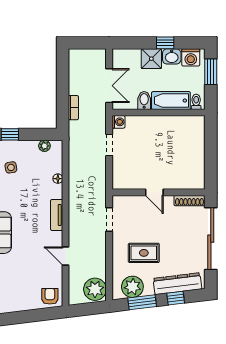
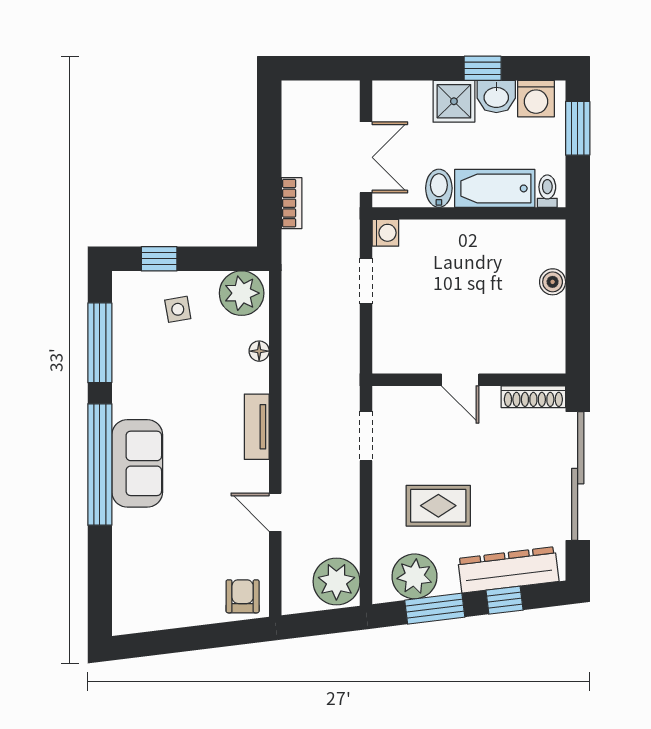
boiler: (199, 145) -> (553, 282), added
plant: (44, 146) -> (242, 293), width x1.88, depth x1.88
side table: (11, 167) -> (178, 309), moved

